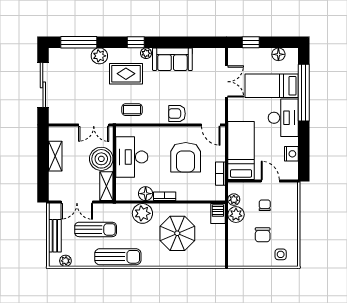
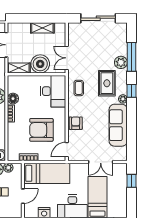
window: (79, 42) -> (132, 57), moved
floor lamp: (278, 54) -> (122, 203), removed
sofa: (172, 59) -> (118, 125), width x1.36
desk: (132, 157) -> (53, 91), moved, turned 90

